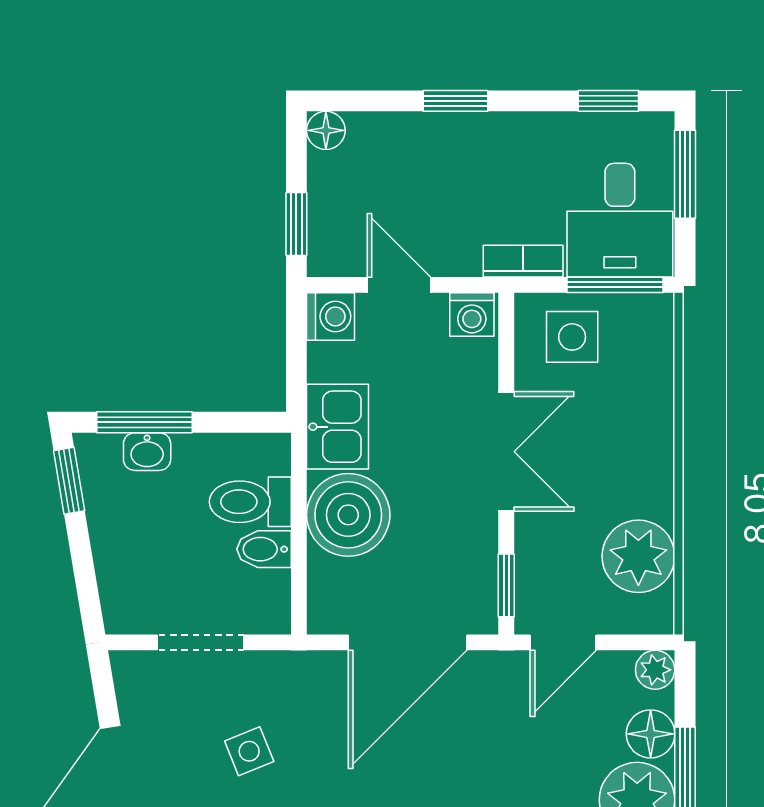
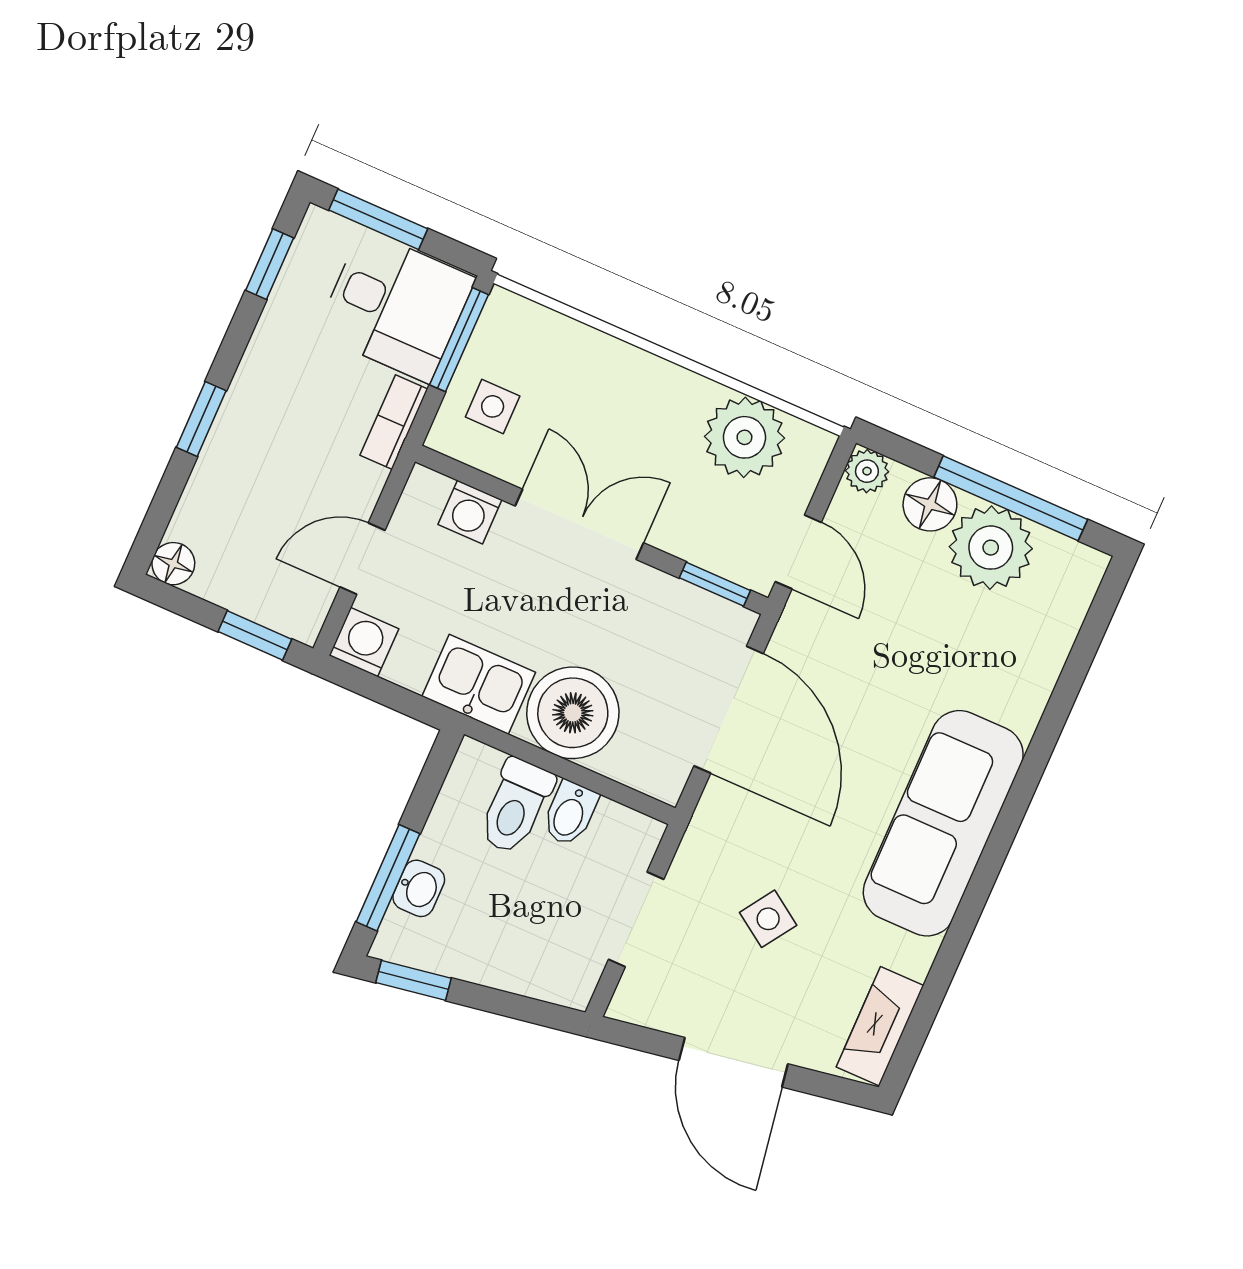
washing machine: (472, 315) -> (470, 512), moved, turned 90
side table: (572, 337) -> (493, 406), width x0.73, depth x0.73
side table: (249, 751) -> (768, 919), turned -34

